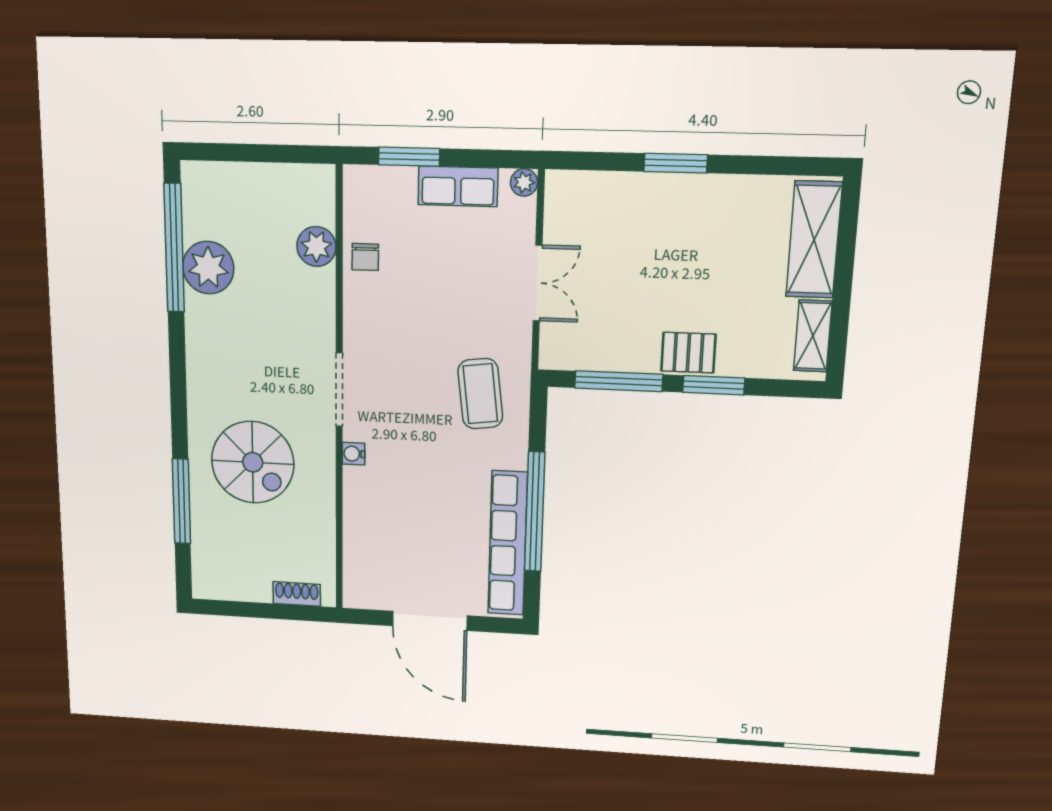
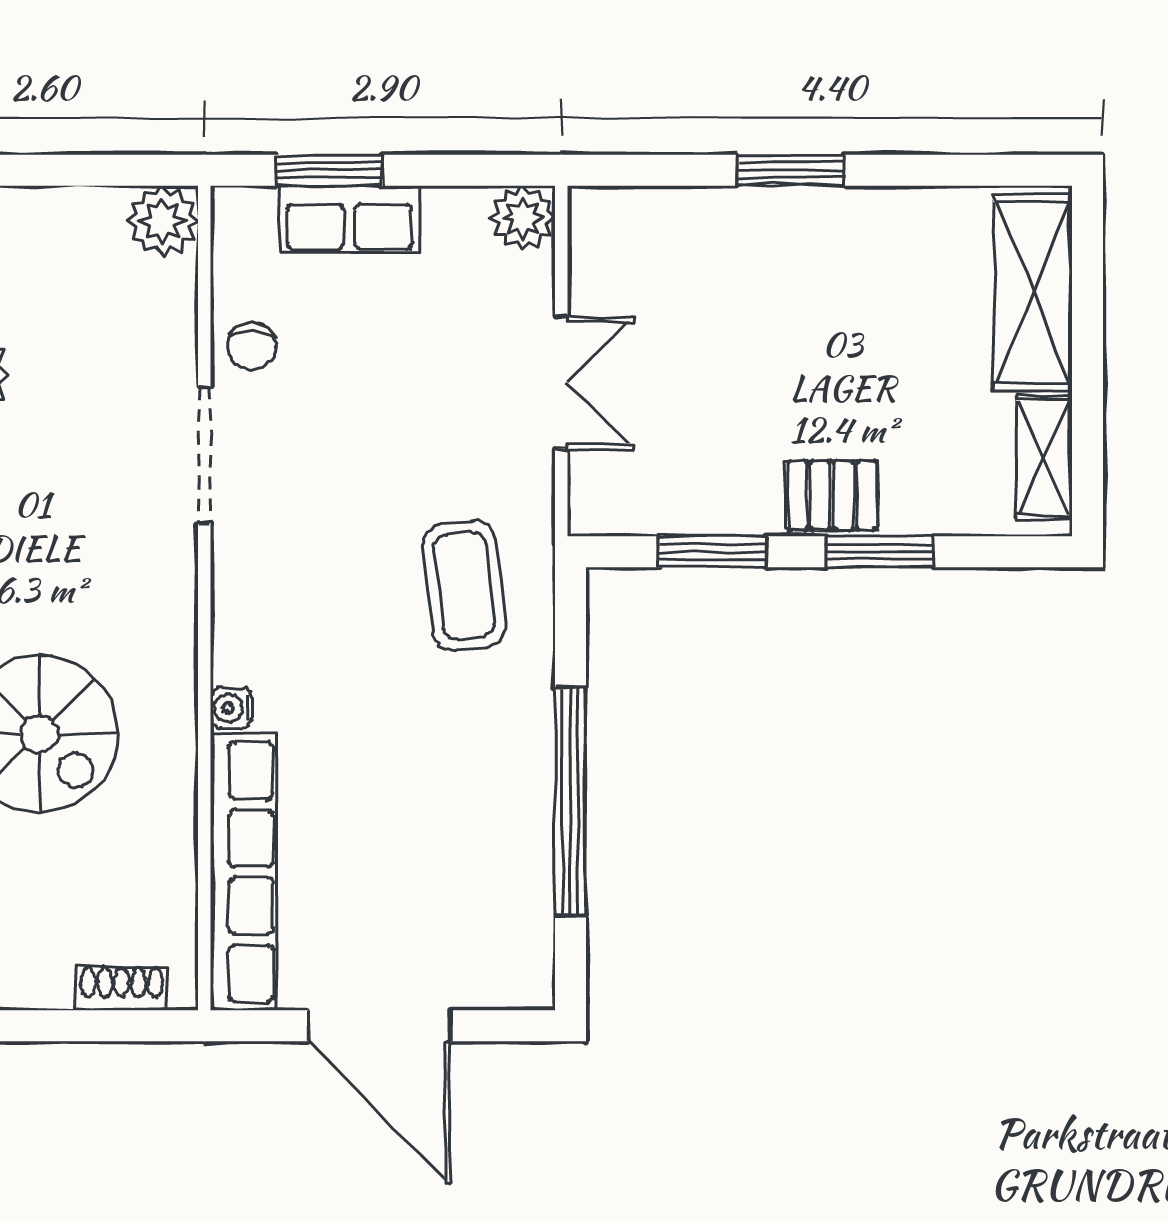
plant: (524, 182) -> (523, 218), width x1.38, depth x1.38
row of seats: (458, 186) -> (349, 219), moved
plant: (316, 246) -> (163, 221), moved
window: (619, 381) -> (712, 552), width x0.69
doorway: (339, 390) -> (204, 455), moved
row of seats: (508, 543) -> (243, 872), moved, turned 180

